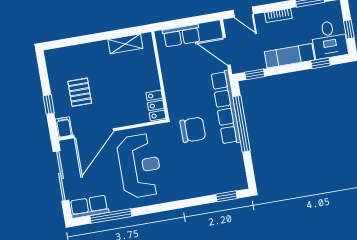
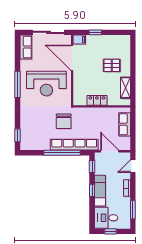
door: (227, 51) -> (110, 151), hinge flipped
window: (321, 63) -> (92, 190), moved
pallet: (80, 92) -> (112, 65), moved
locker: (156, 105) -> (97, 100), moved
window: (111, 216) -> (18, 84), moved

